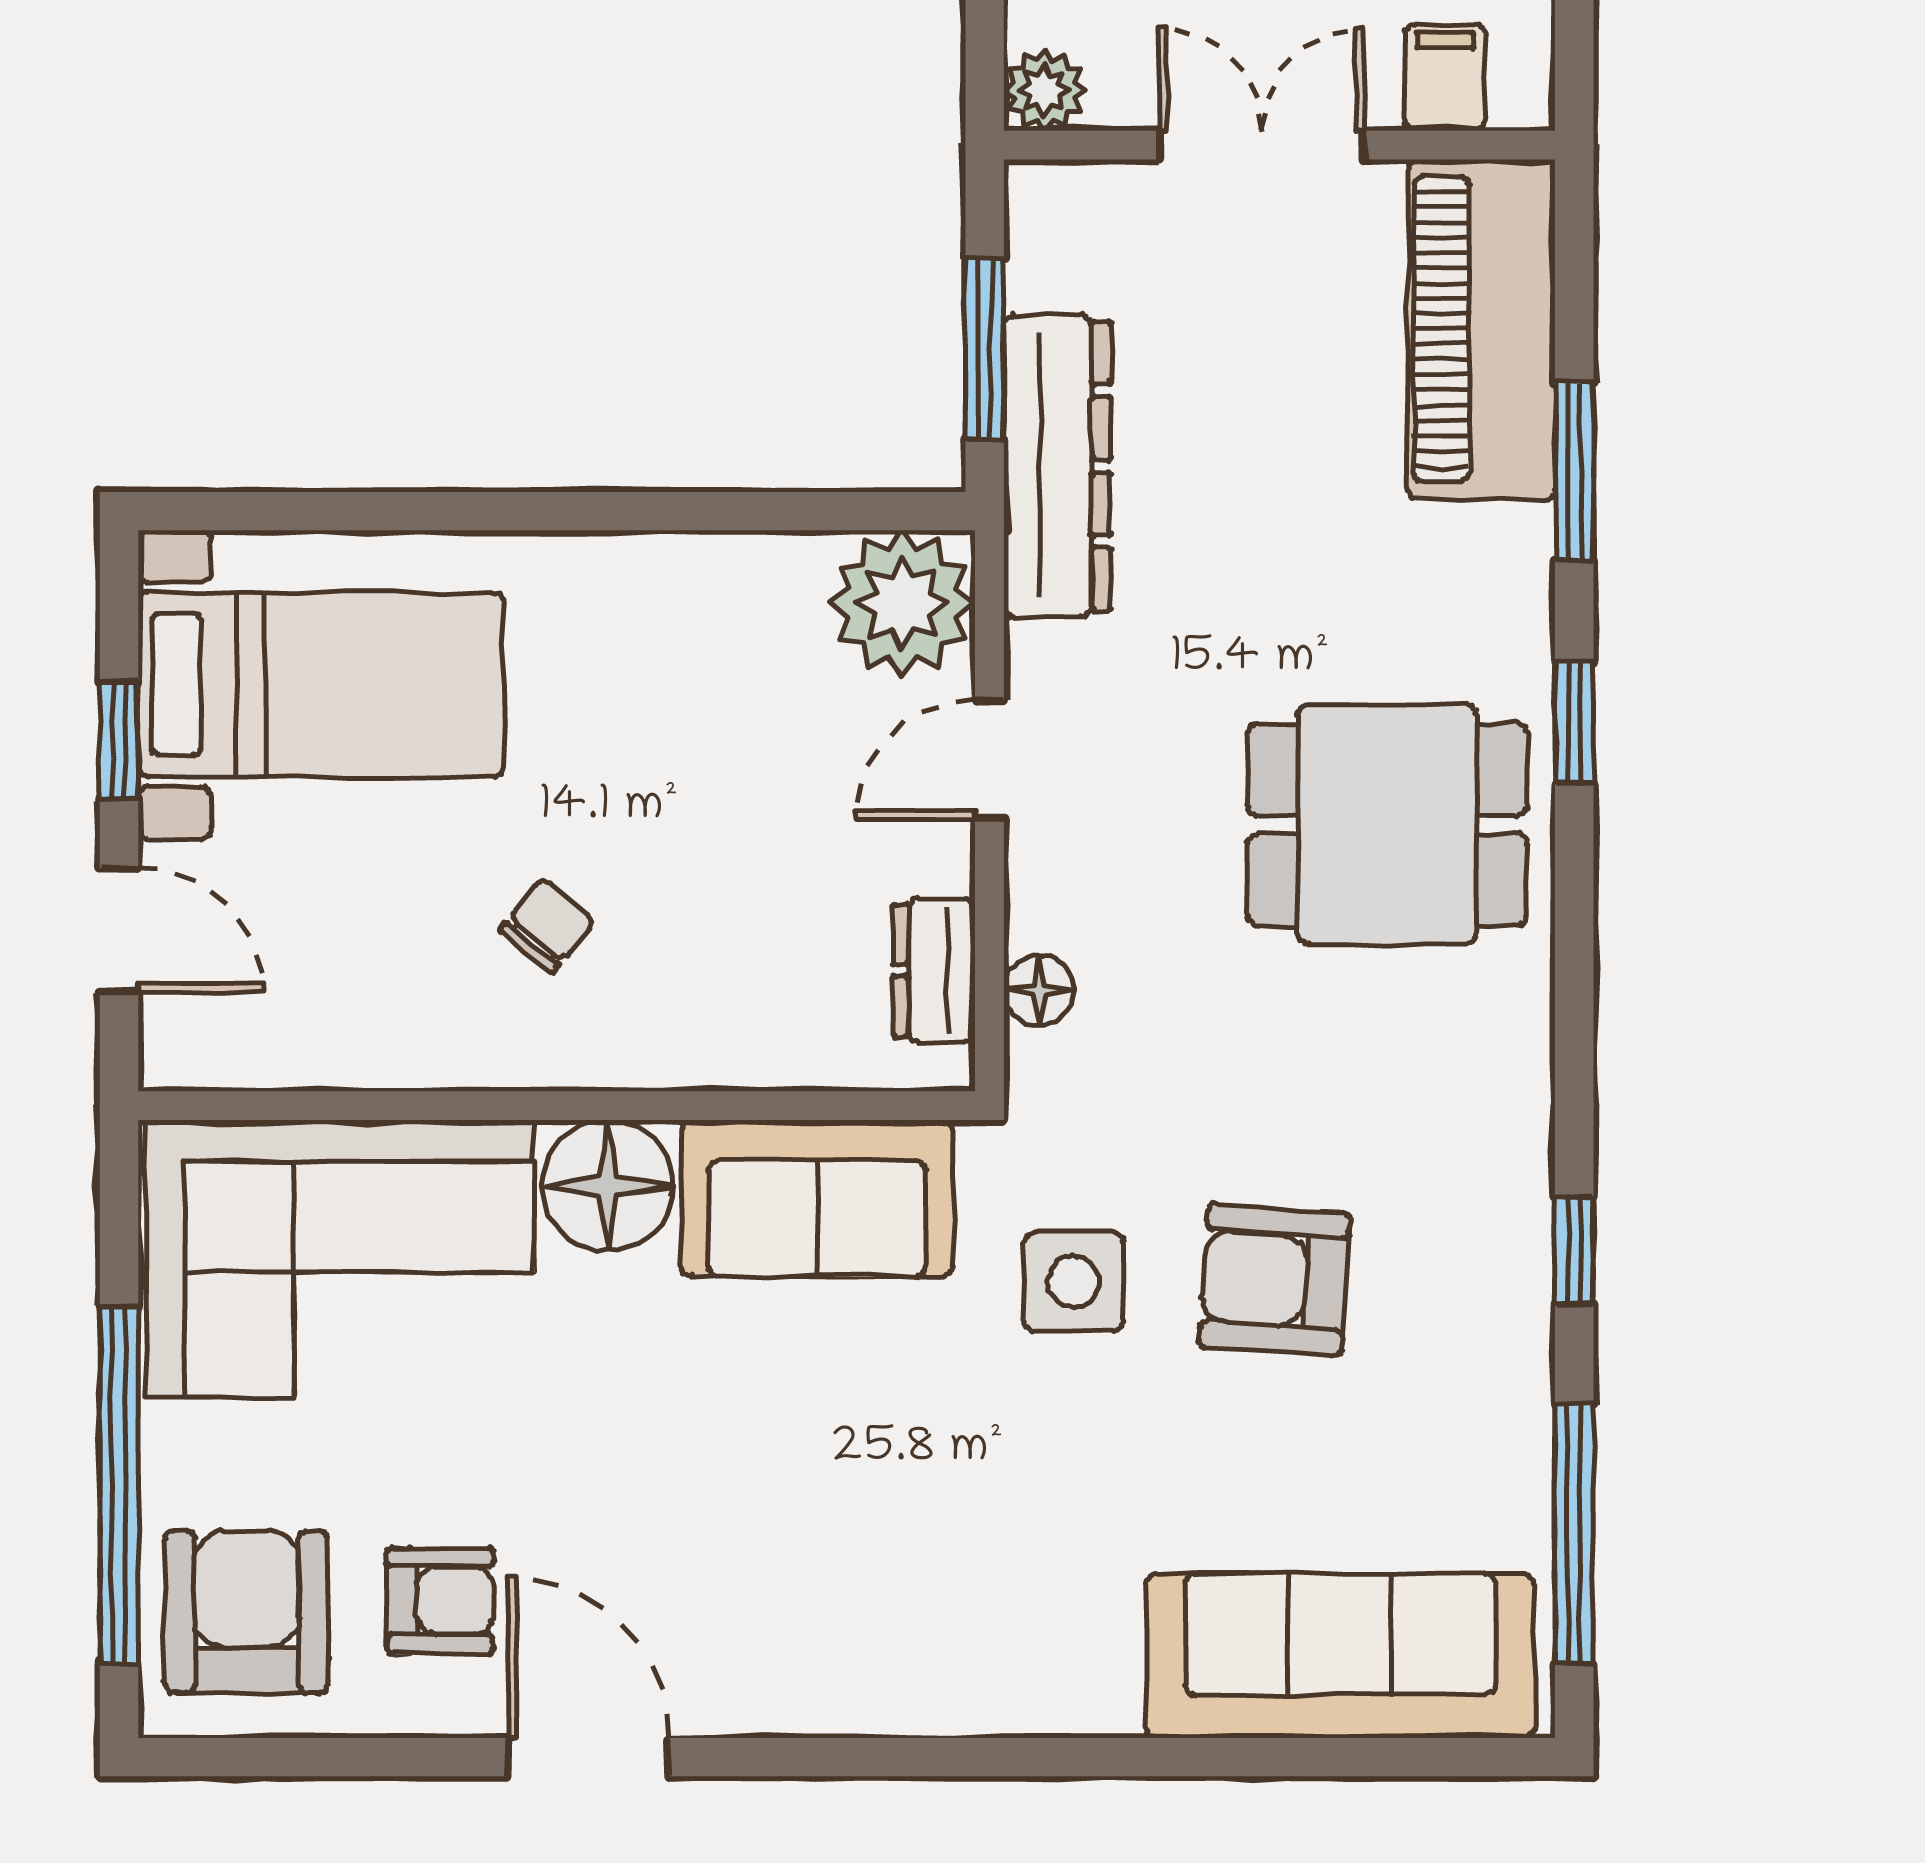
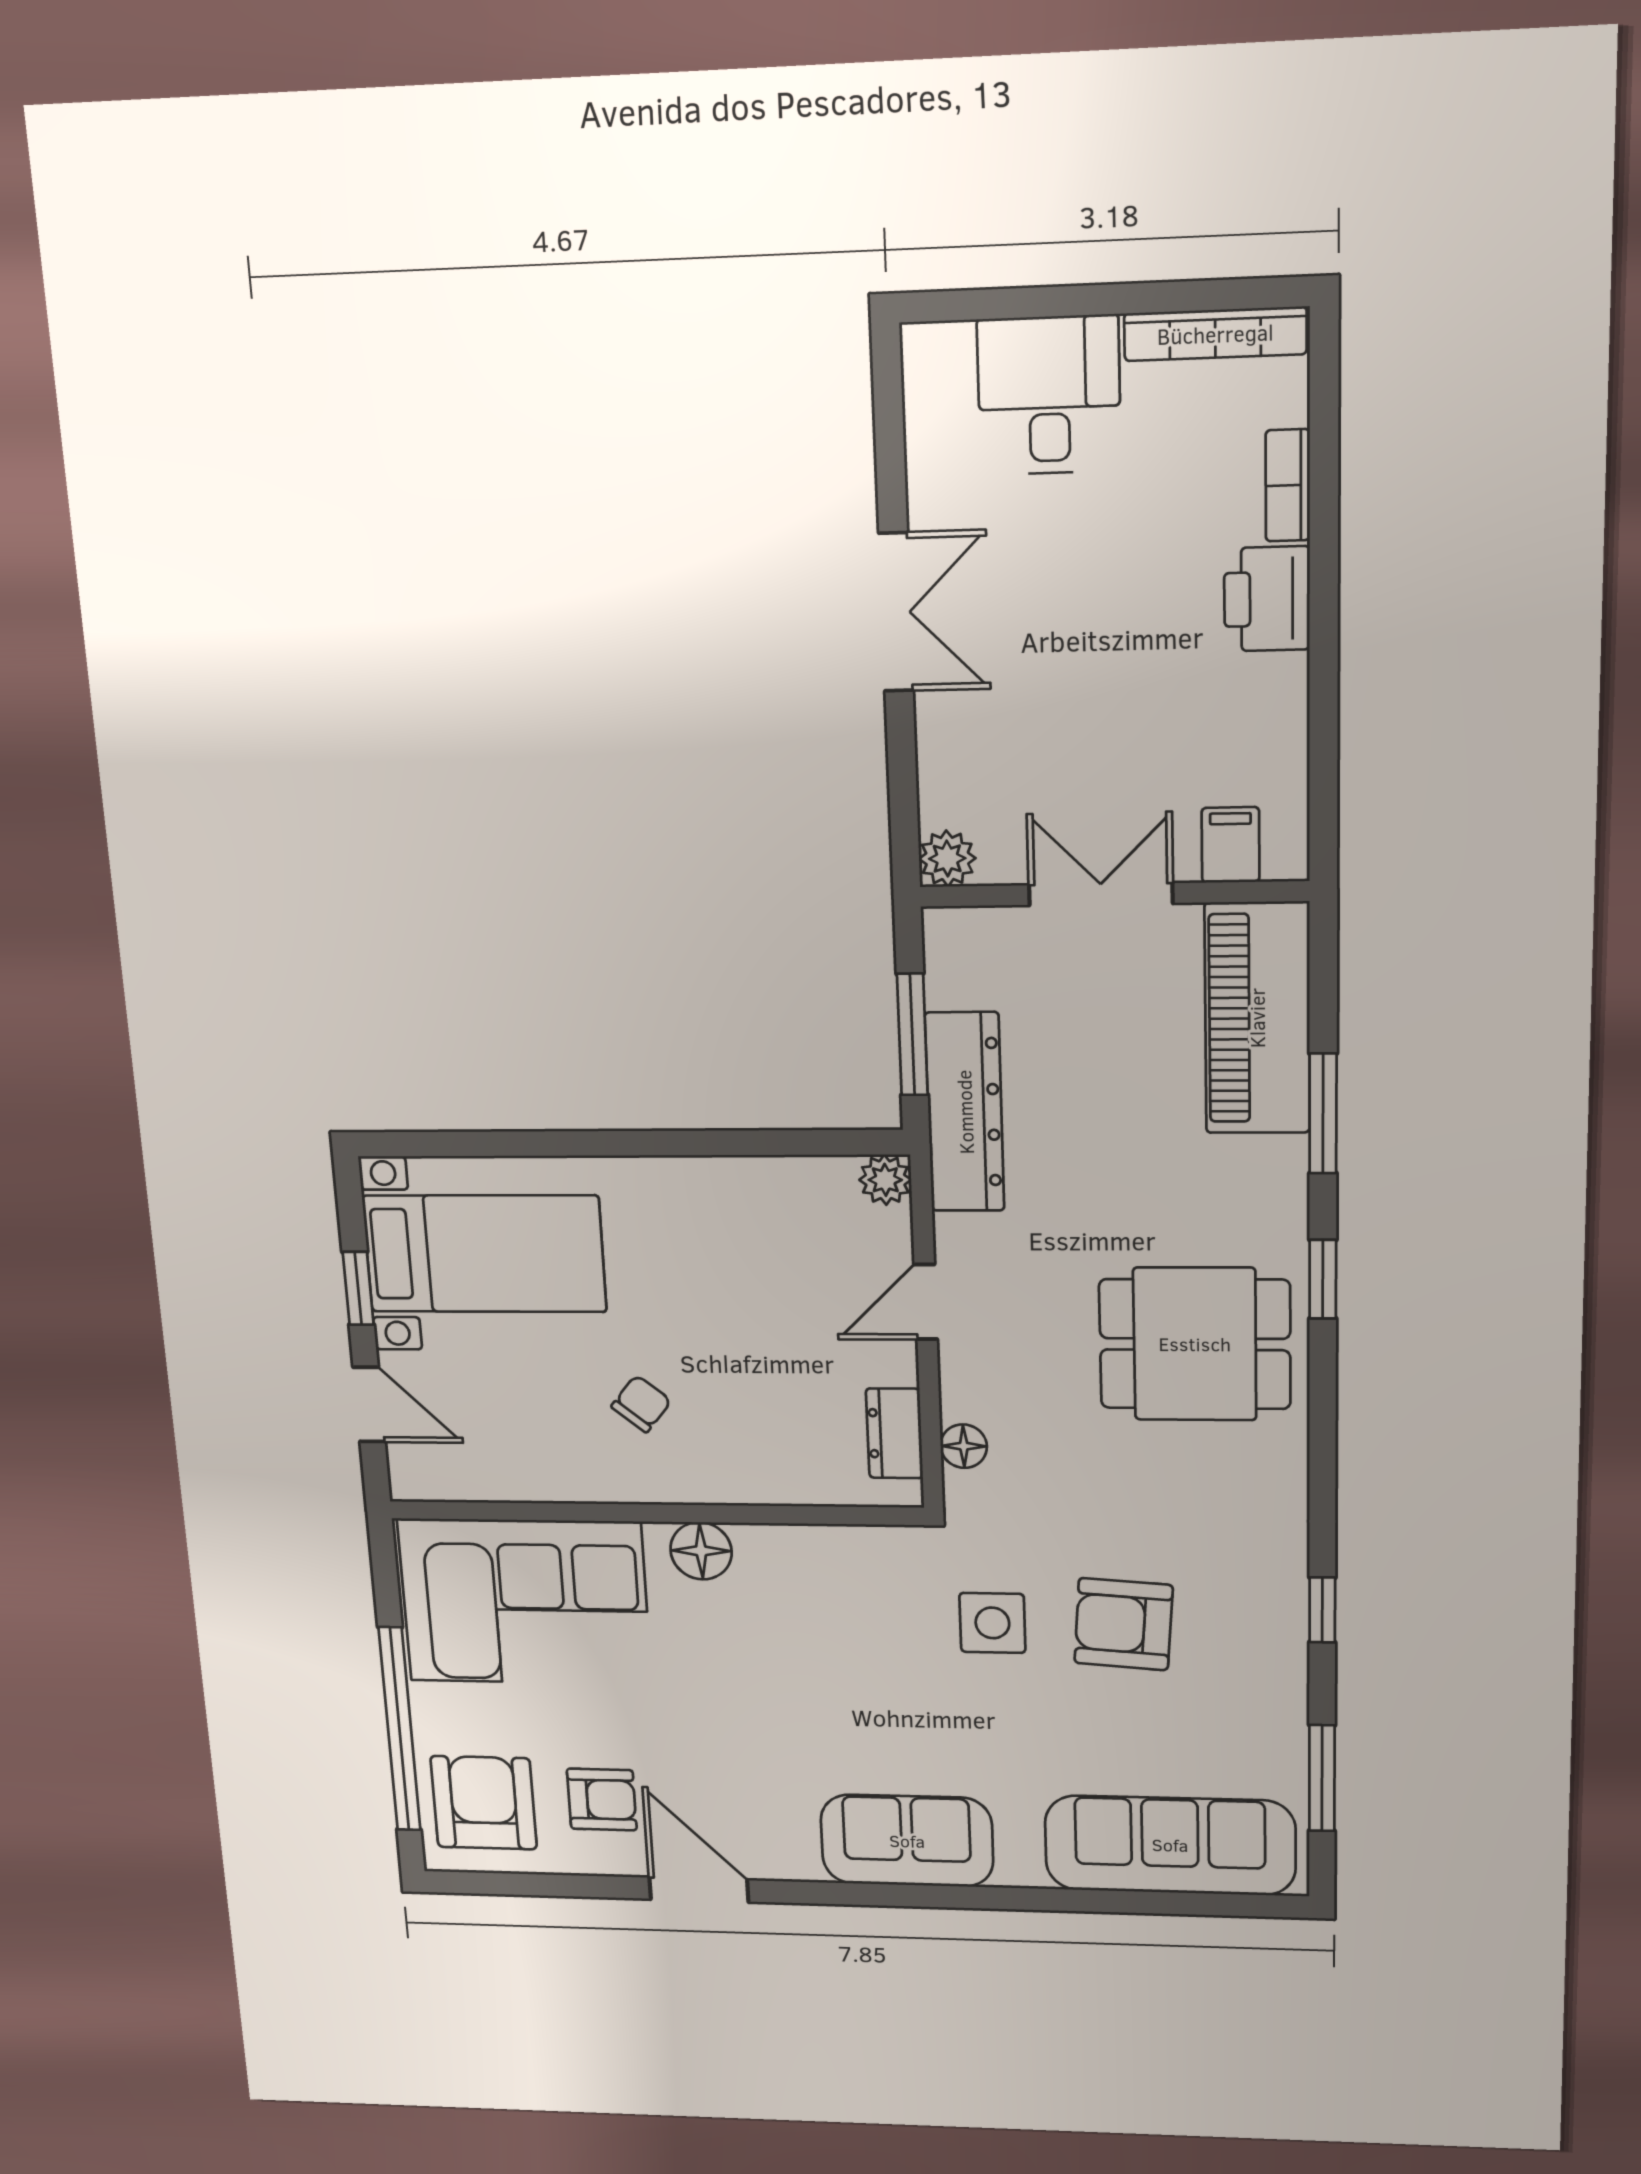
plant: (902, 603) -> (885, 1180), width x0.53, depth x0.53
floor lamp: (608, 1186) -> (701, 1551), width x0.73, depth x0.73
sofa: (817, 1198) -> (907, 1841), moved, turned 180
window: (1574, 1533) -> (1322, 1778), width x0.69

